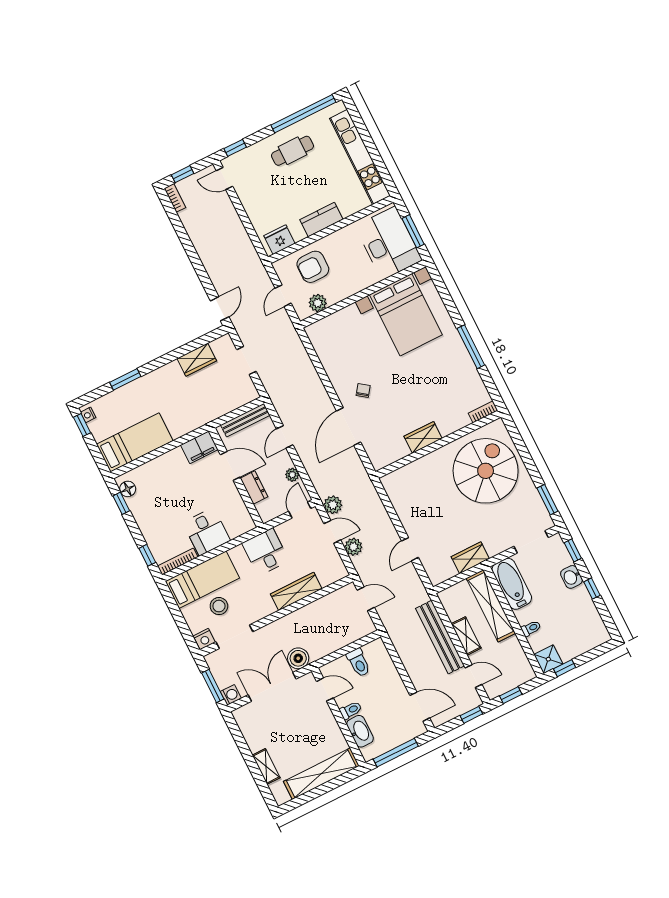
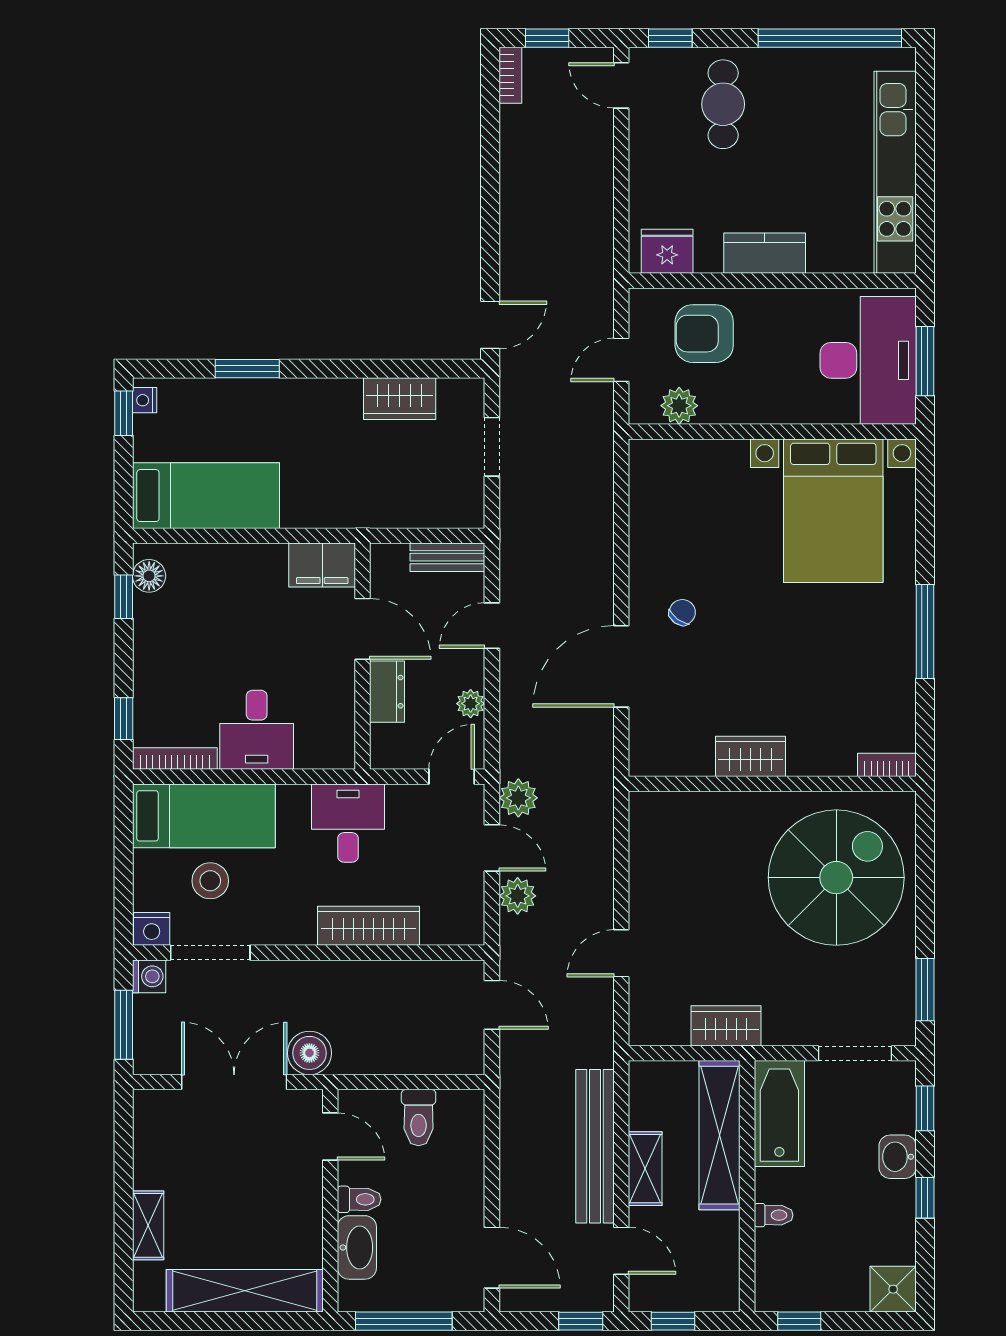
cafe table: (292, 151) -> (723, 104), moved, turned 90
bench: (245, 420) -> (447, 557), width x0.73
shower: (548, 659) -> (893, 1289), moved
washing machine: (231, 695) -> (149, 976), moved

